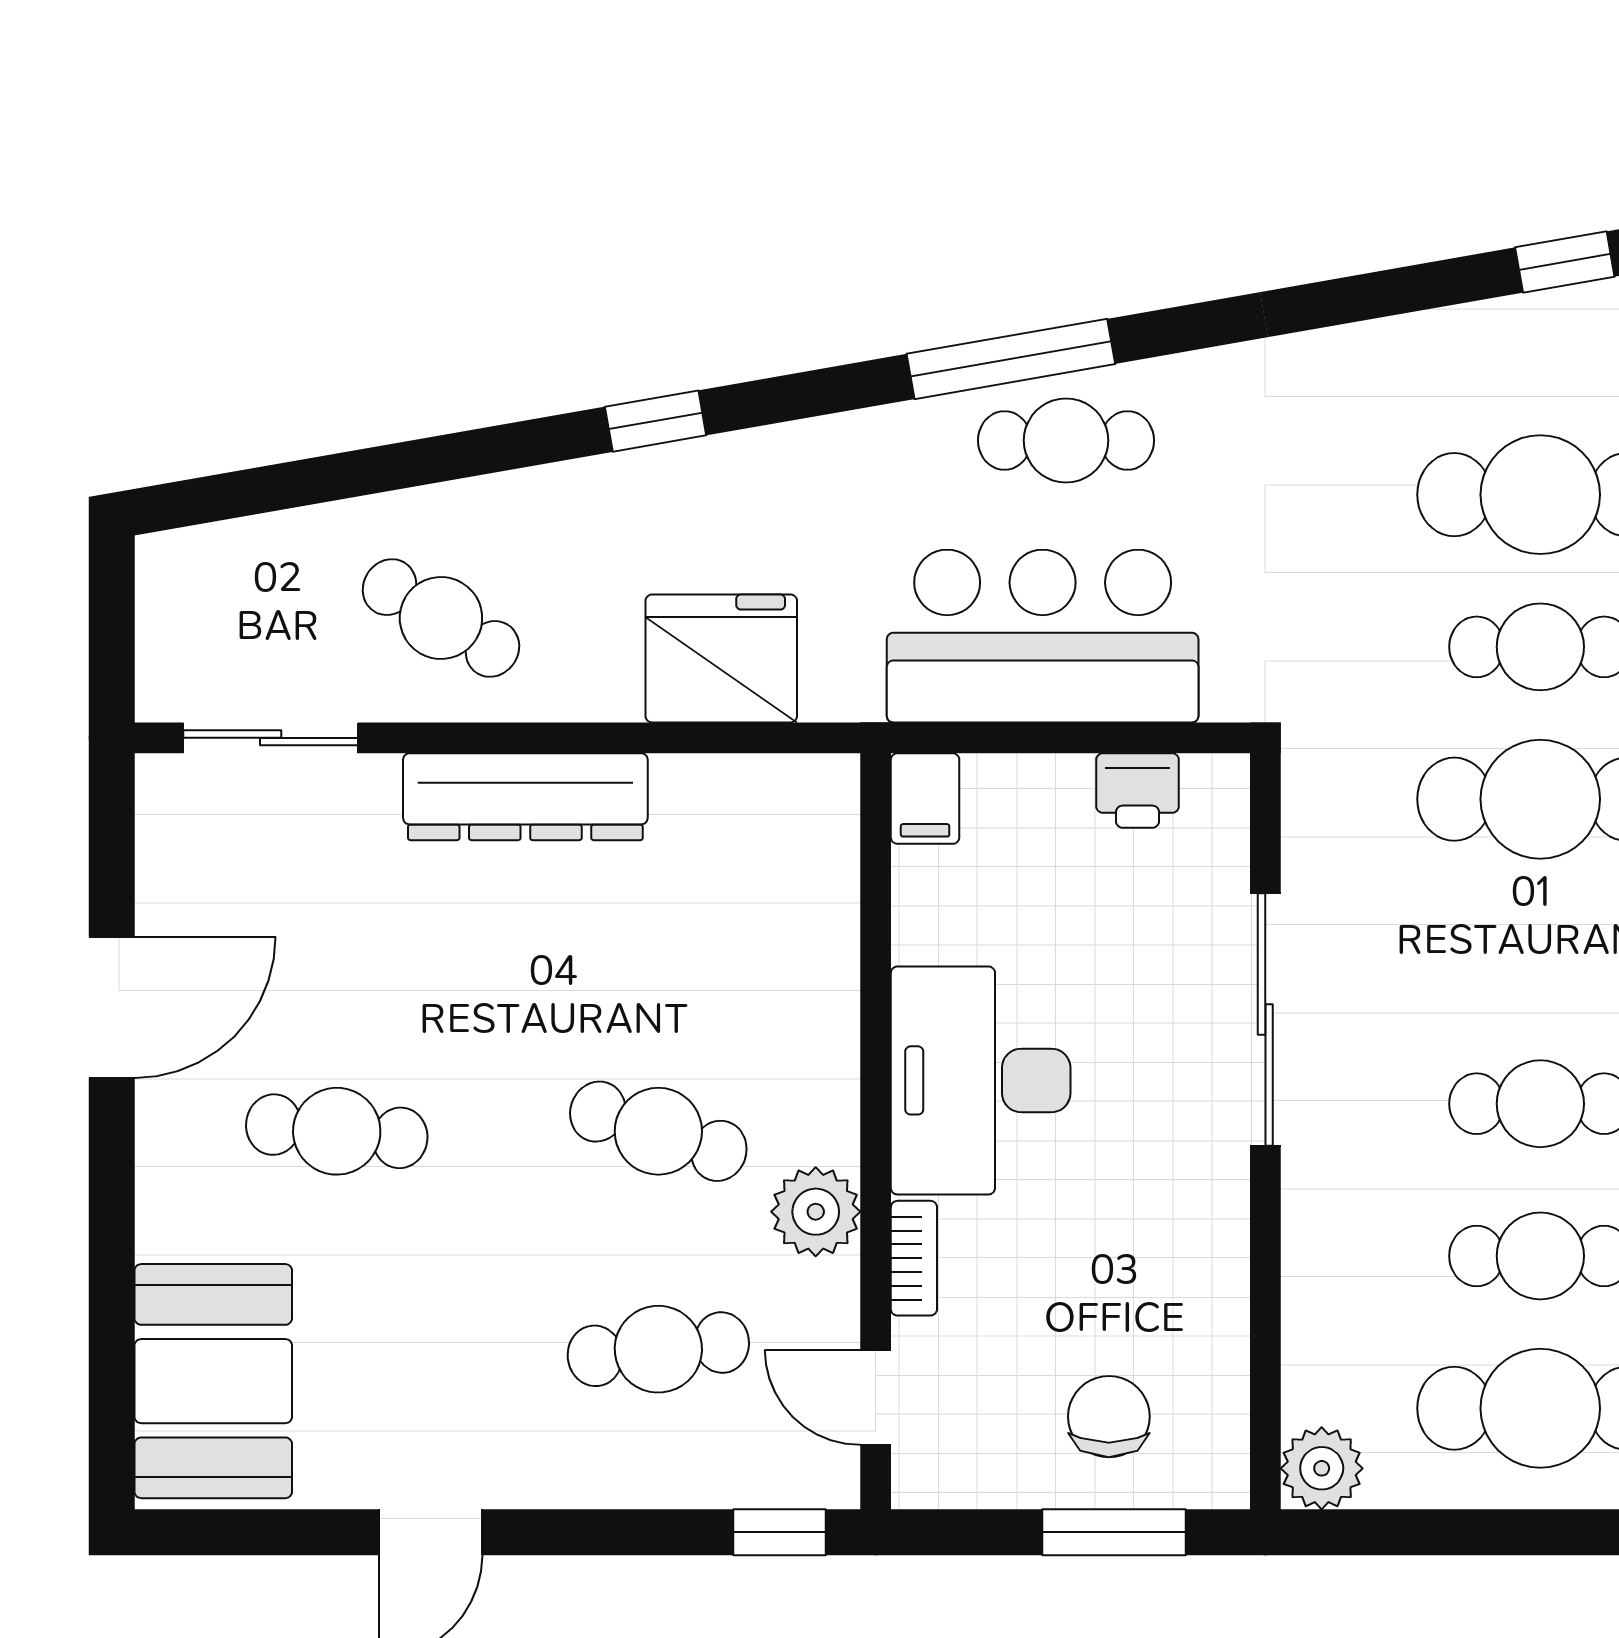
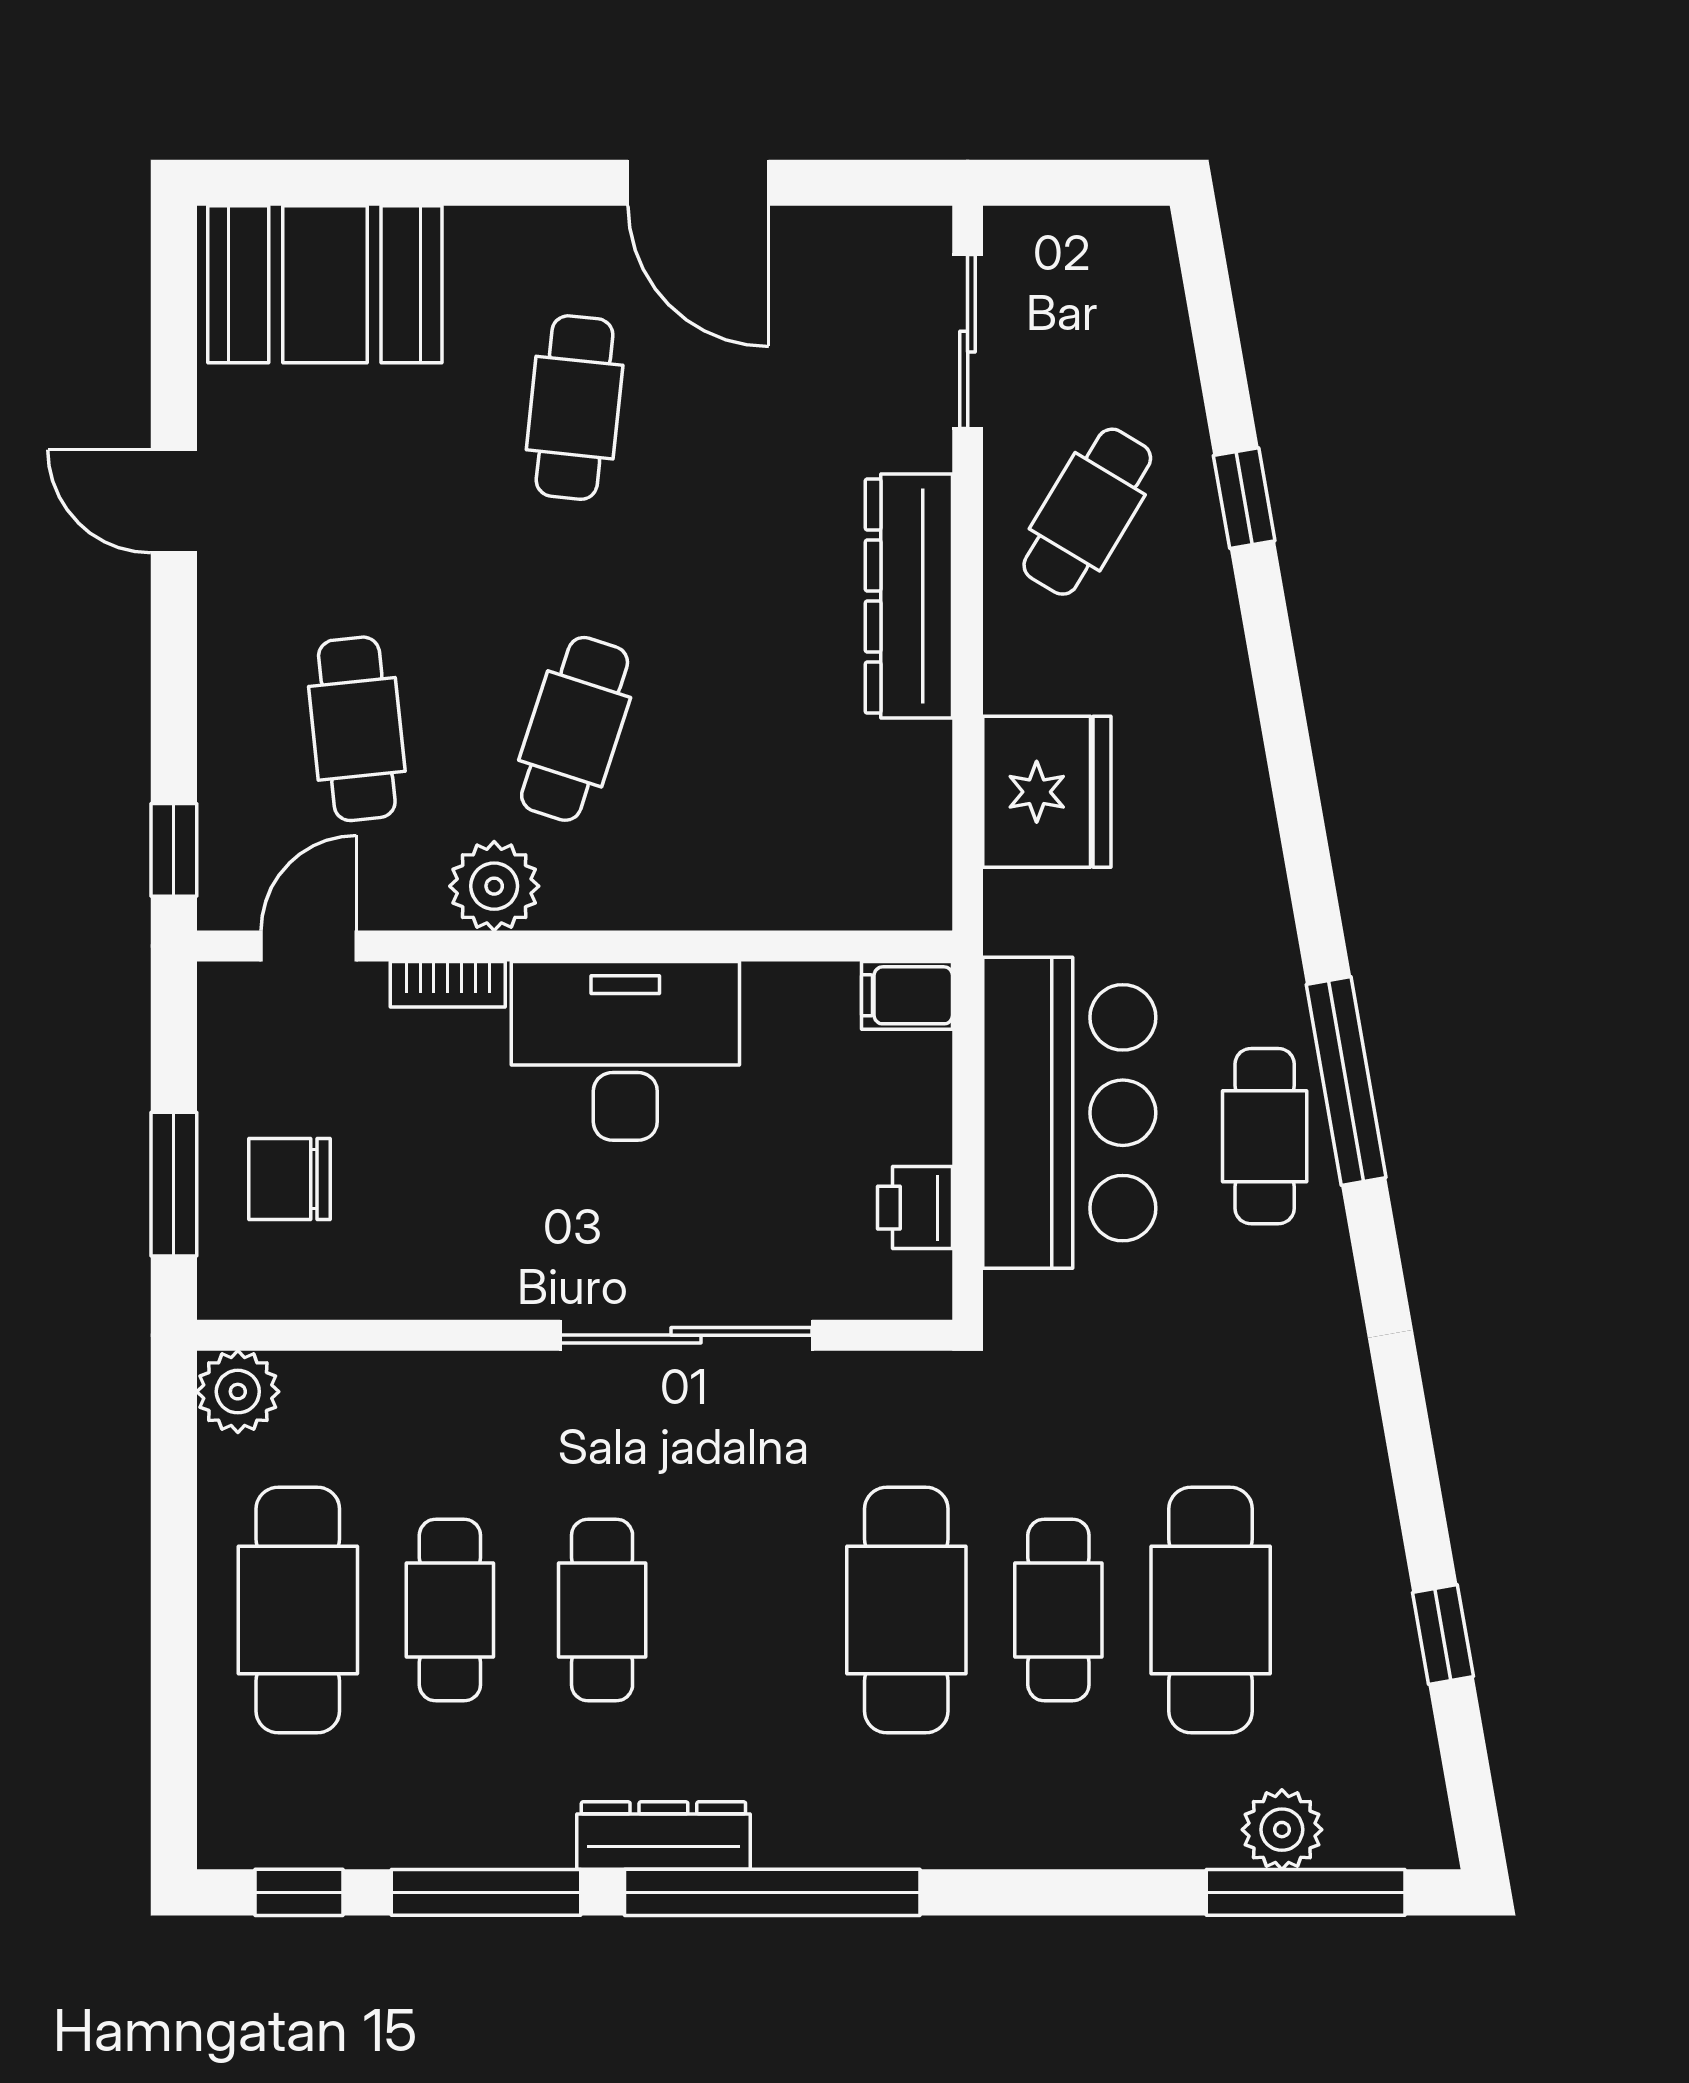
window: (656, 421) -> (1244, 498), moved
chair: (1109, 1417) -> (289, 1179), turned 180

